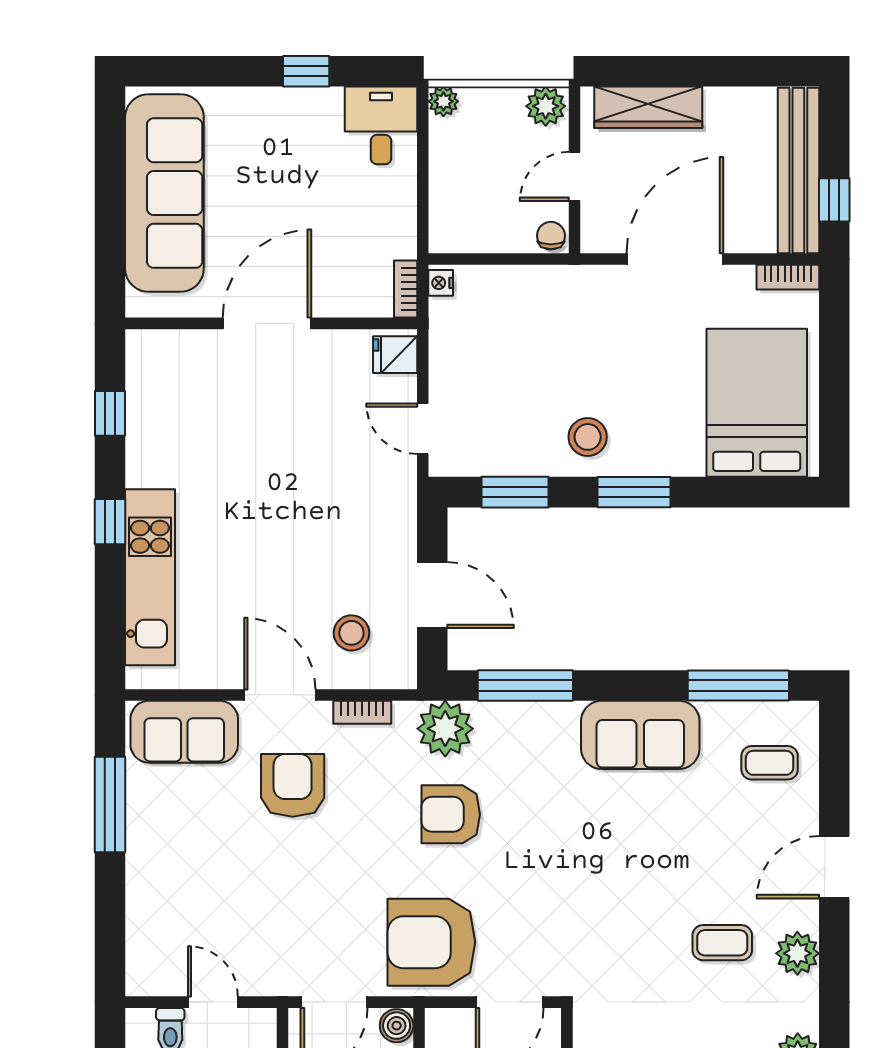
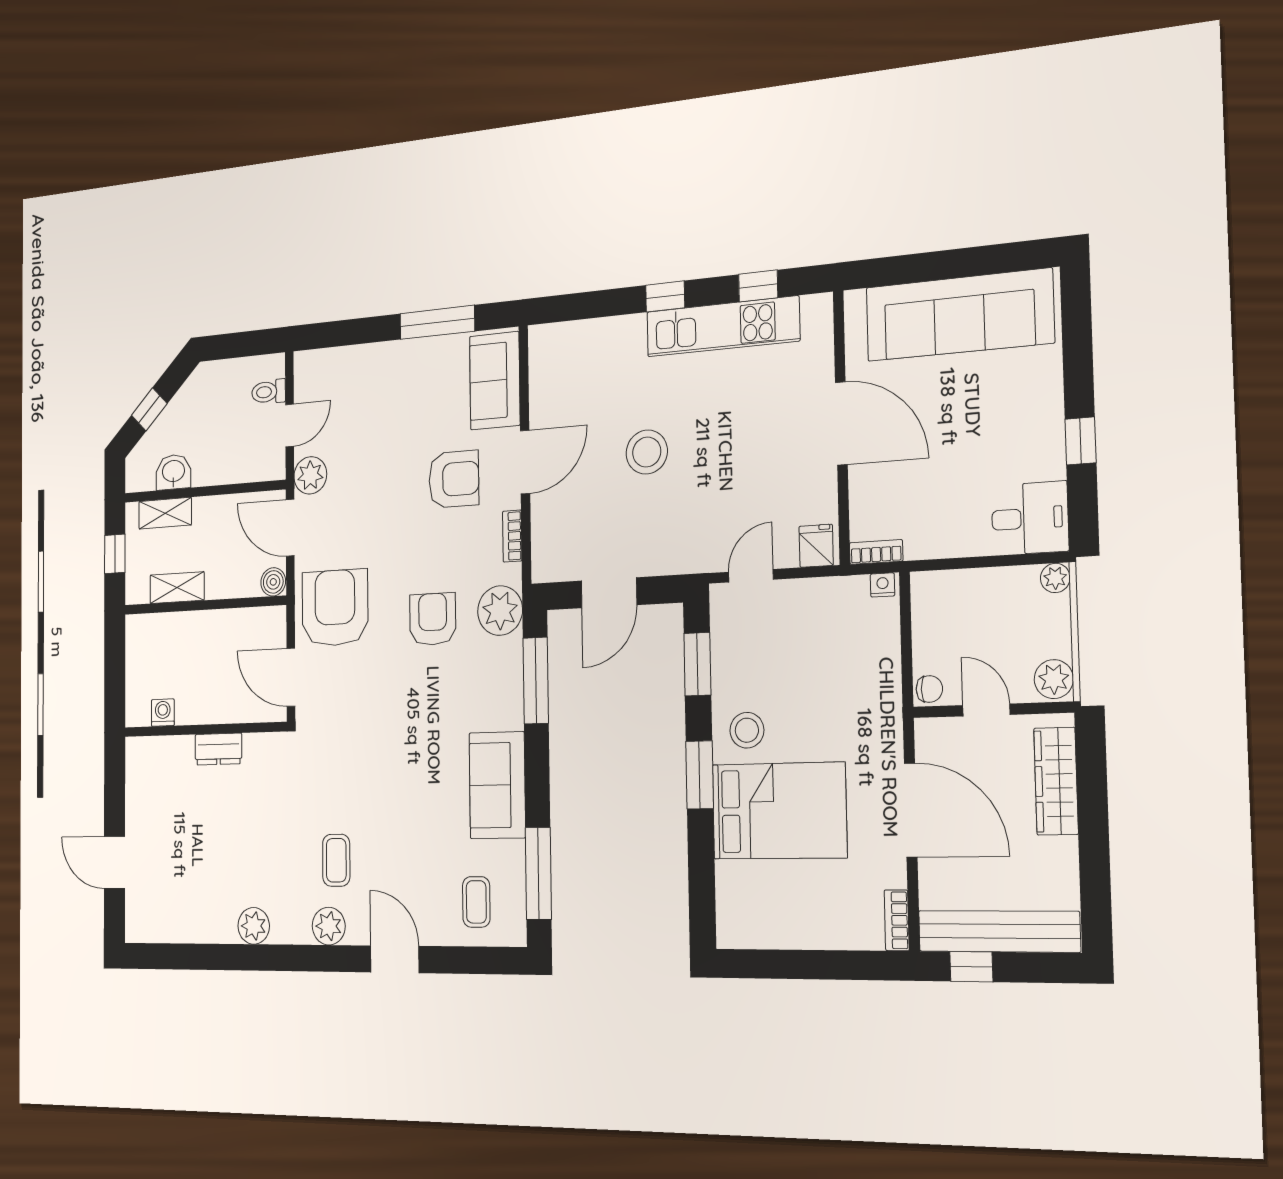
bed: (757, 403) -> (779, 811), moved
kitchen unit: (150, 577) -> (723, 326), moved
stool: (351, 633) -> (647, 452), moved, width x1.38, depth x1.38
plant: (274, 974) -> (310, 475), added

